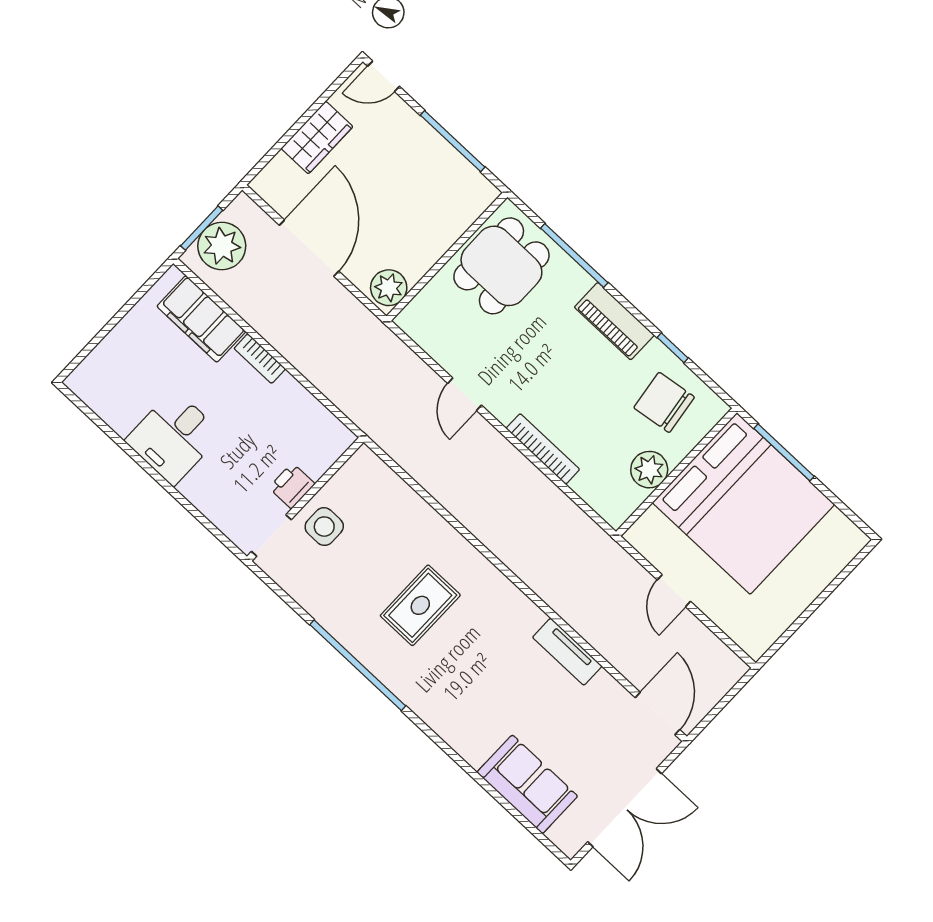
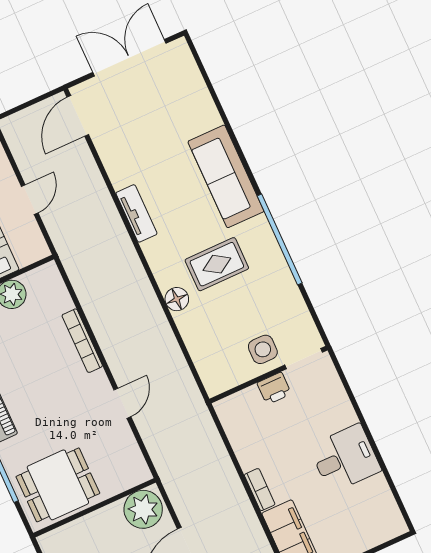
plant: (389, 288) -> (143, 509), width x1.36, depth x1.36
floor lamp: (451, 544) -> (177, 299), added
tv unit: (567, 652) -> (136, 213), moved
sofa: (527, 784) -> (226, 176), moved, width x1.36

